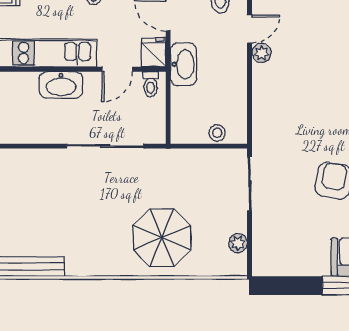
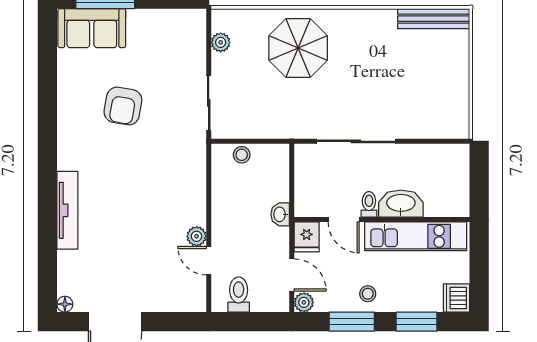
door: (250, 29) -> (209, 261), hinge flipped
washbasin: (184, 64) -> (280, 214), width x0.52, depth x0.69
door: (117, 69) -> (344, 220), swing flipped
toilet: (151, 84) -> (369, 204), moved

